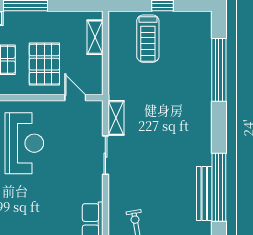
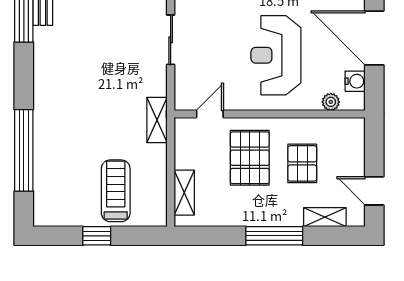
door: (75, 98) -> (210, 114), swing flipped
shelving: (116, 118) -> (157, 120), moved

